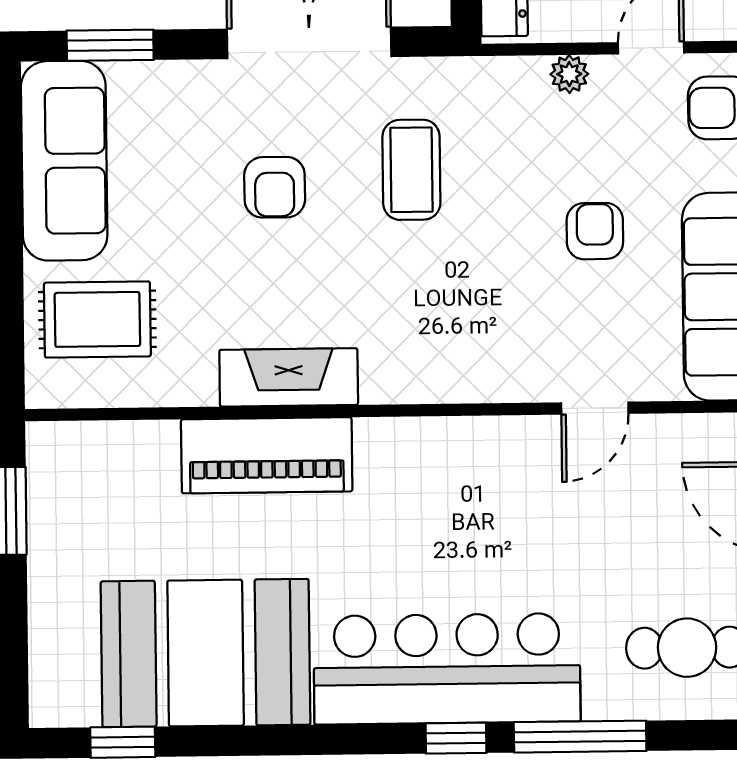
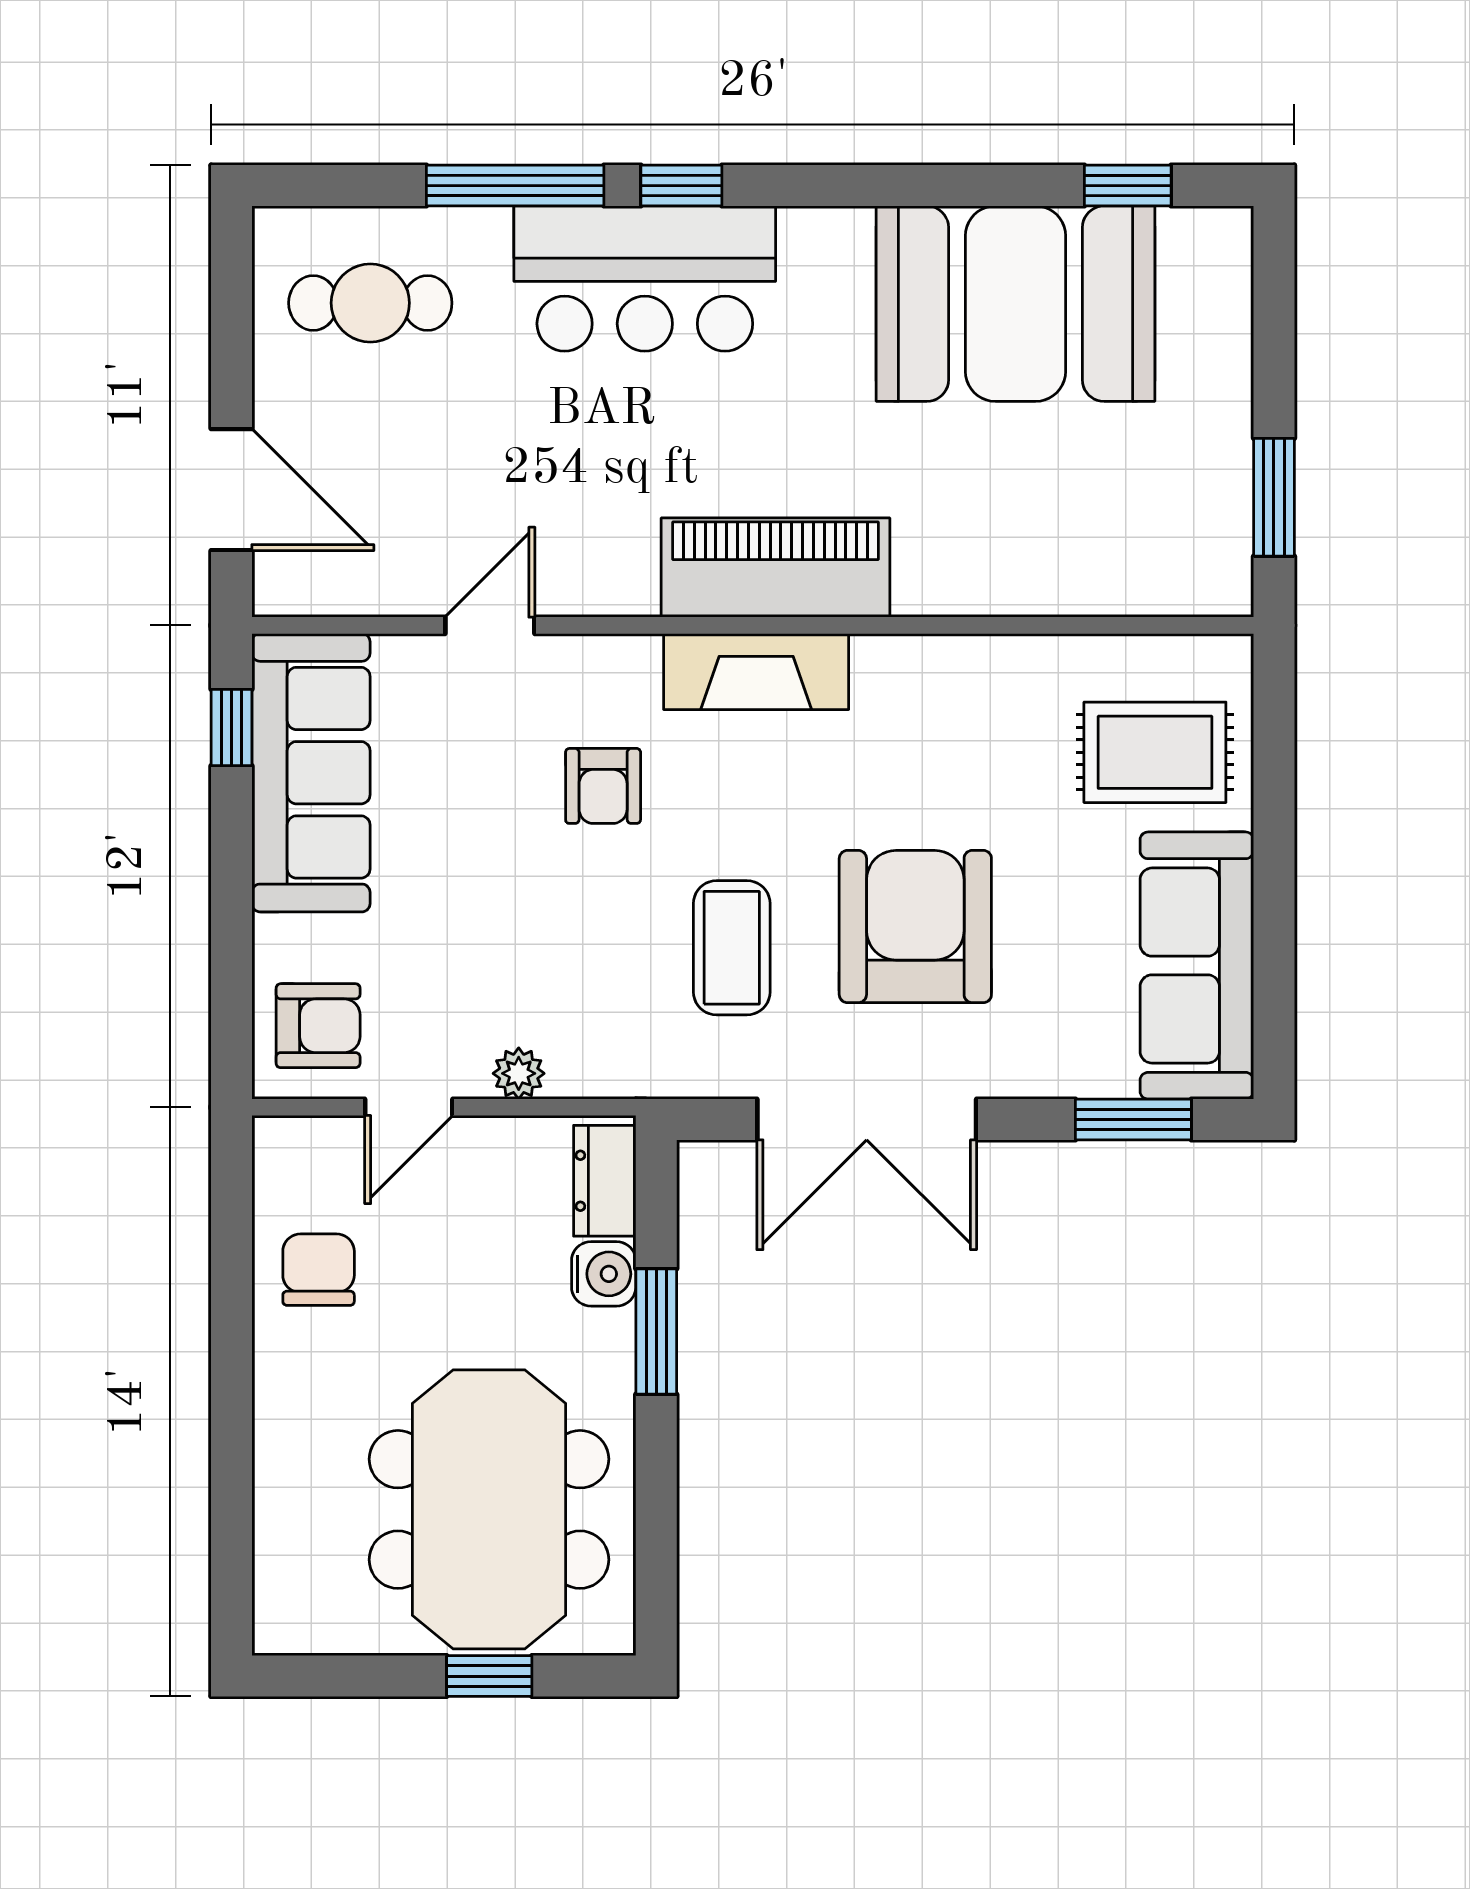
armchair: (275, 187) -> (915, 927), width x1.88, depth x1.88
armchair: (595, 231) -> (603, 786), moved
fireplace: (289, 377) -> (756, 672), moved
piano: (267, 455) -> (775, 568), moved
bar counter: (447, 669) -> (645, 279), width x0.73

